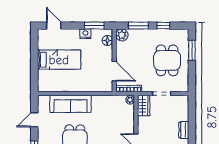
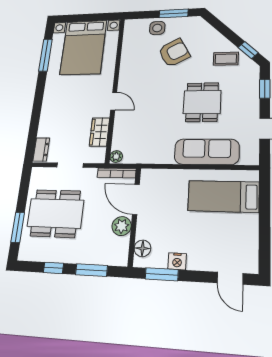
plant: (122, 35) -> (122, 226), moved
bed: (59, 60) -> (223, 196), moved
dining table: (167, 60) -> (55, 213), width x1.38
wardrobe: (144, 106) -> (99, 132), moved
dresser: (184, 130) -> (41, 149), moved

